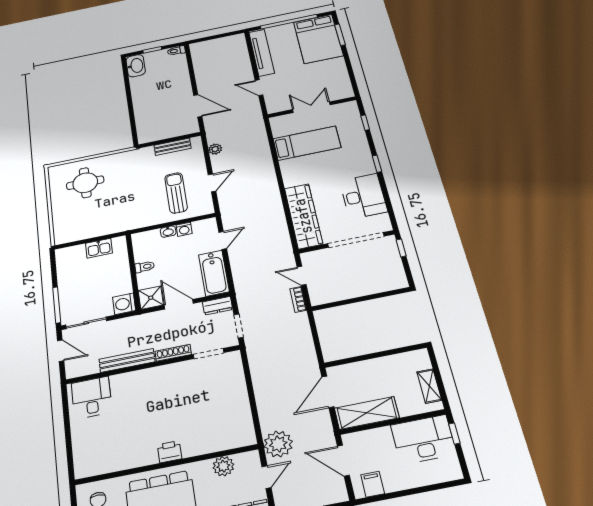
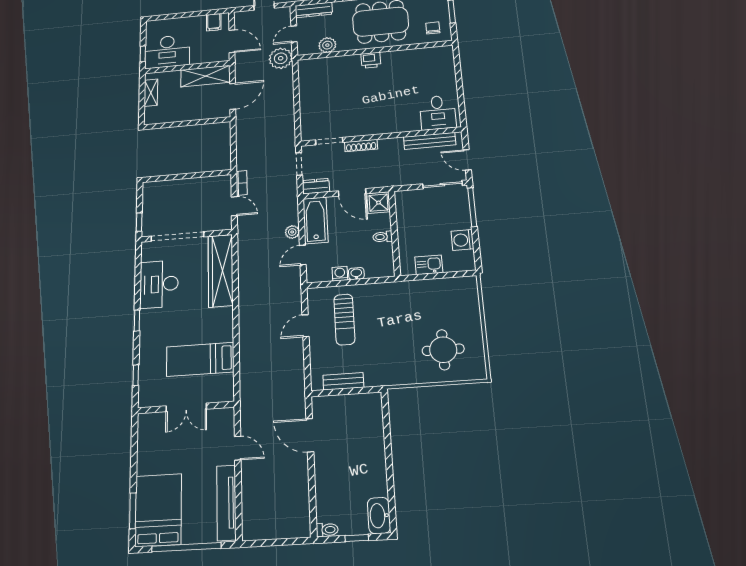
plant: (215, 149) -> (292, 232), moved
washing machine: (124, 304) -> (462, 240), moved, turned 180
bench: (127, 360) -> (430, 141), moved

